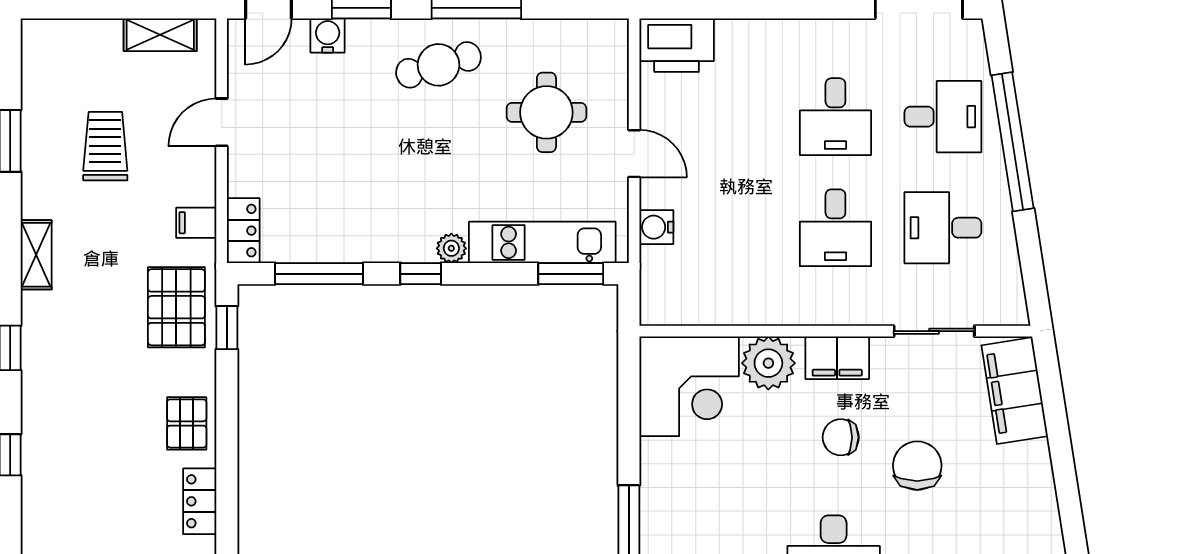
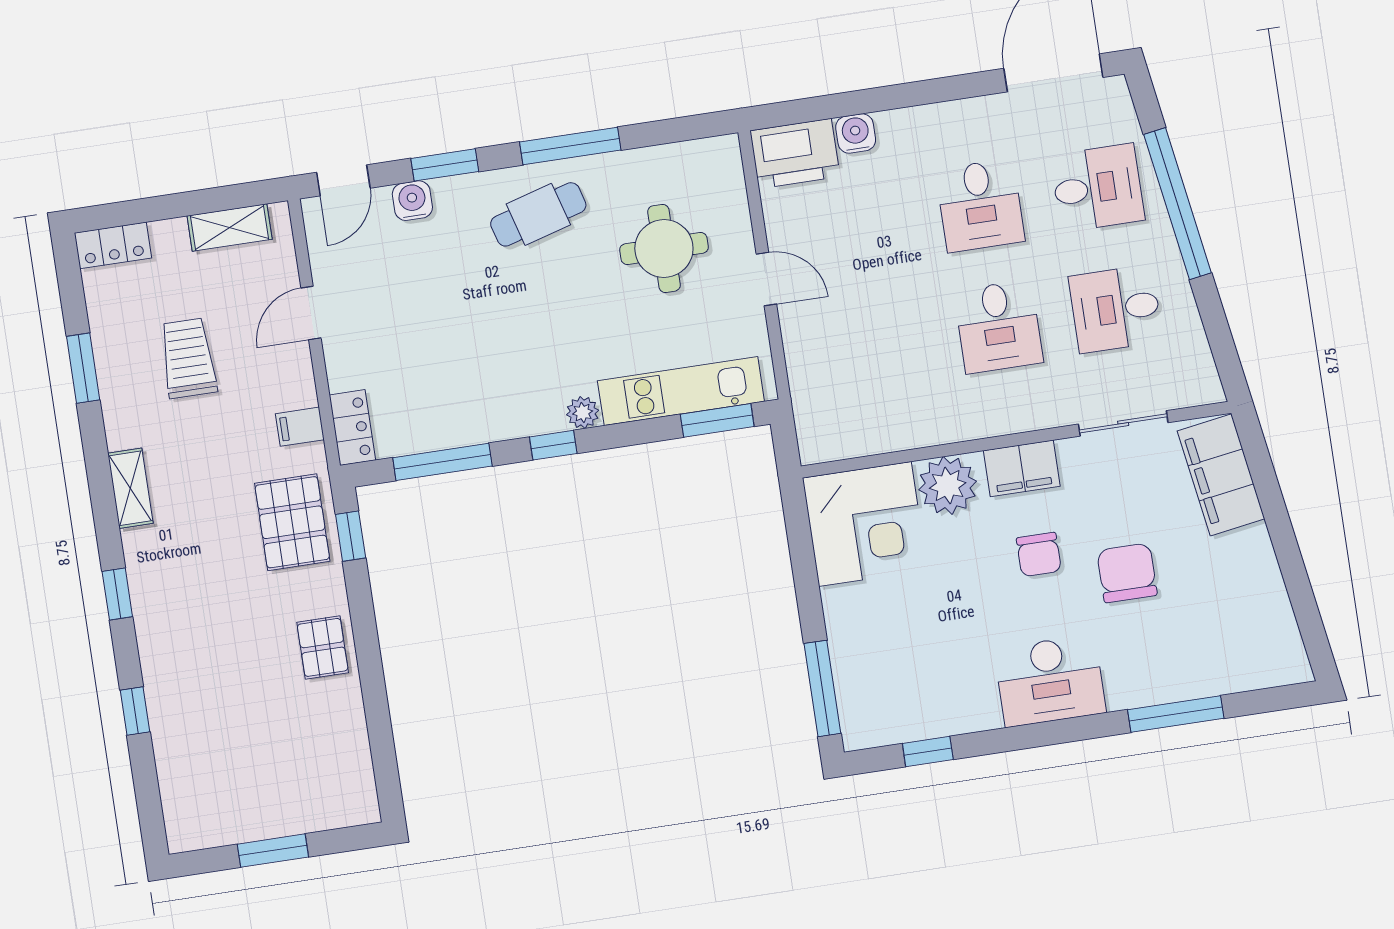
water cooler: (656, 227) -> (856, 134), moved, turned 90
chair: (841, 437) -> (1039, 555), turned -90
locker: (200, 501) -> (113, 245), moved, turned -90

